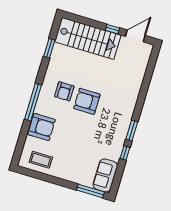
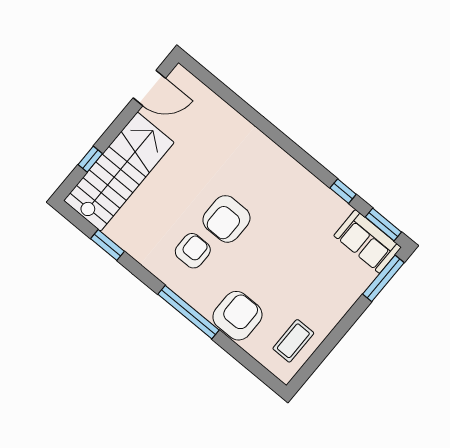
window: (112, 29) -> (90, 159), moved
door: (135, 36) -> (149, 88), swing flipped
armchair: (64, 91) -> (193, 251), turned -90
window: (132, 131) -> (383, 225), moved

